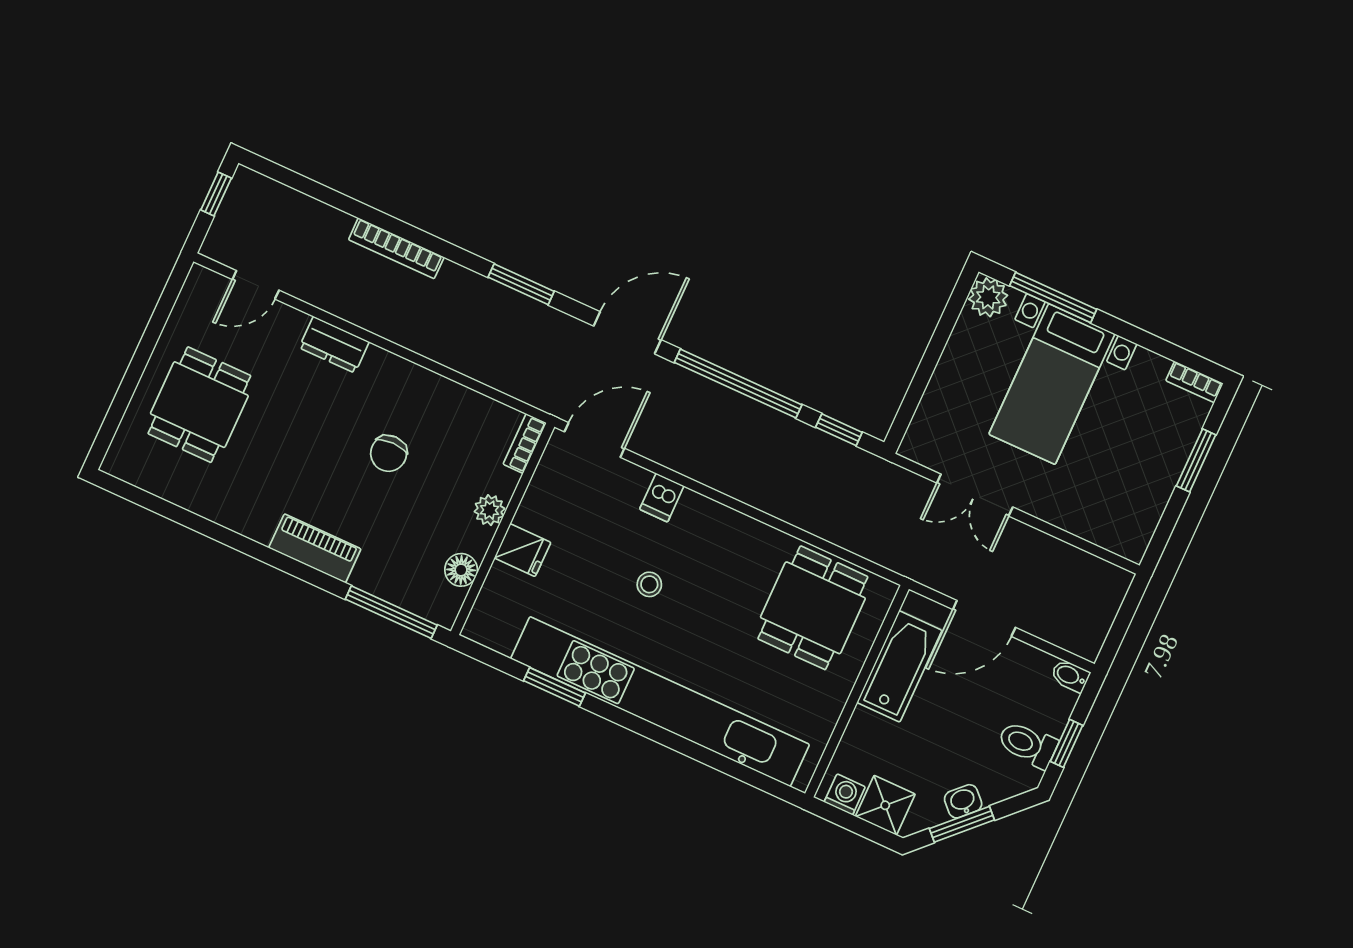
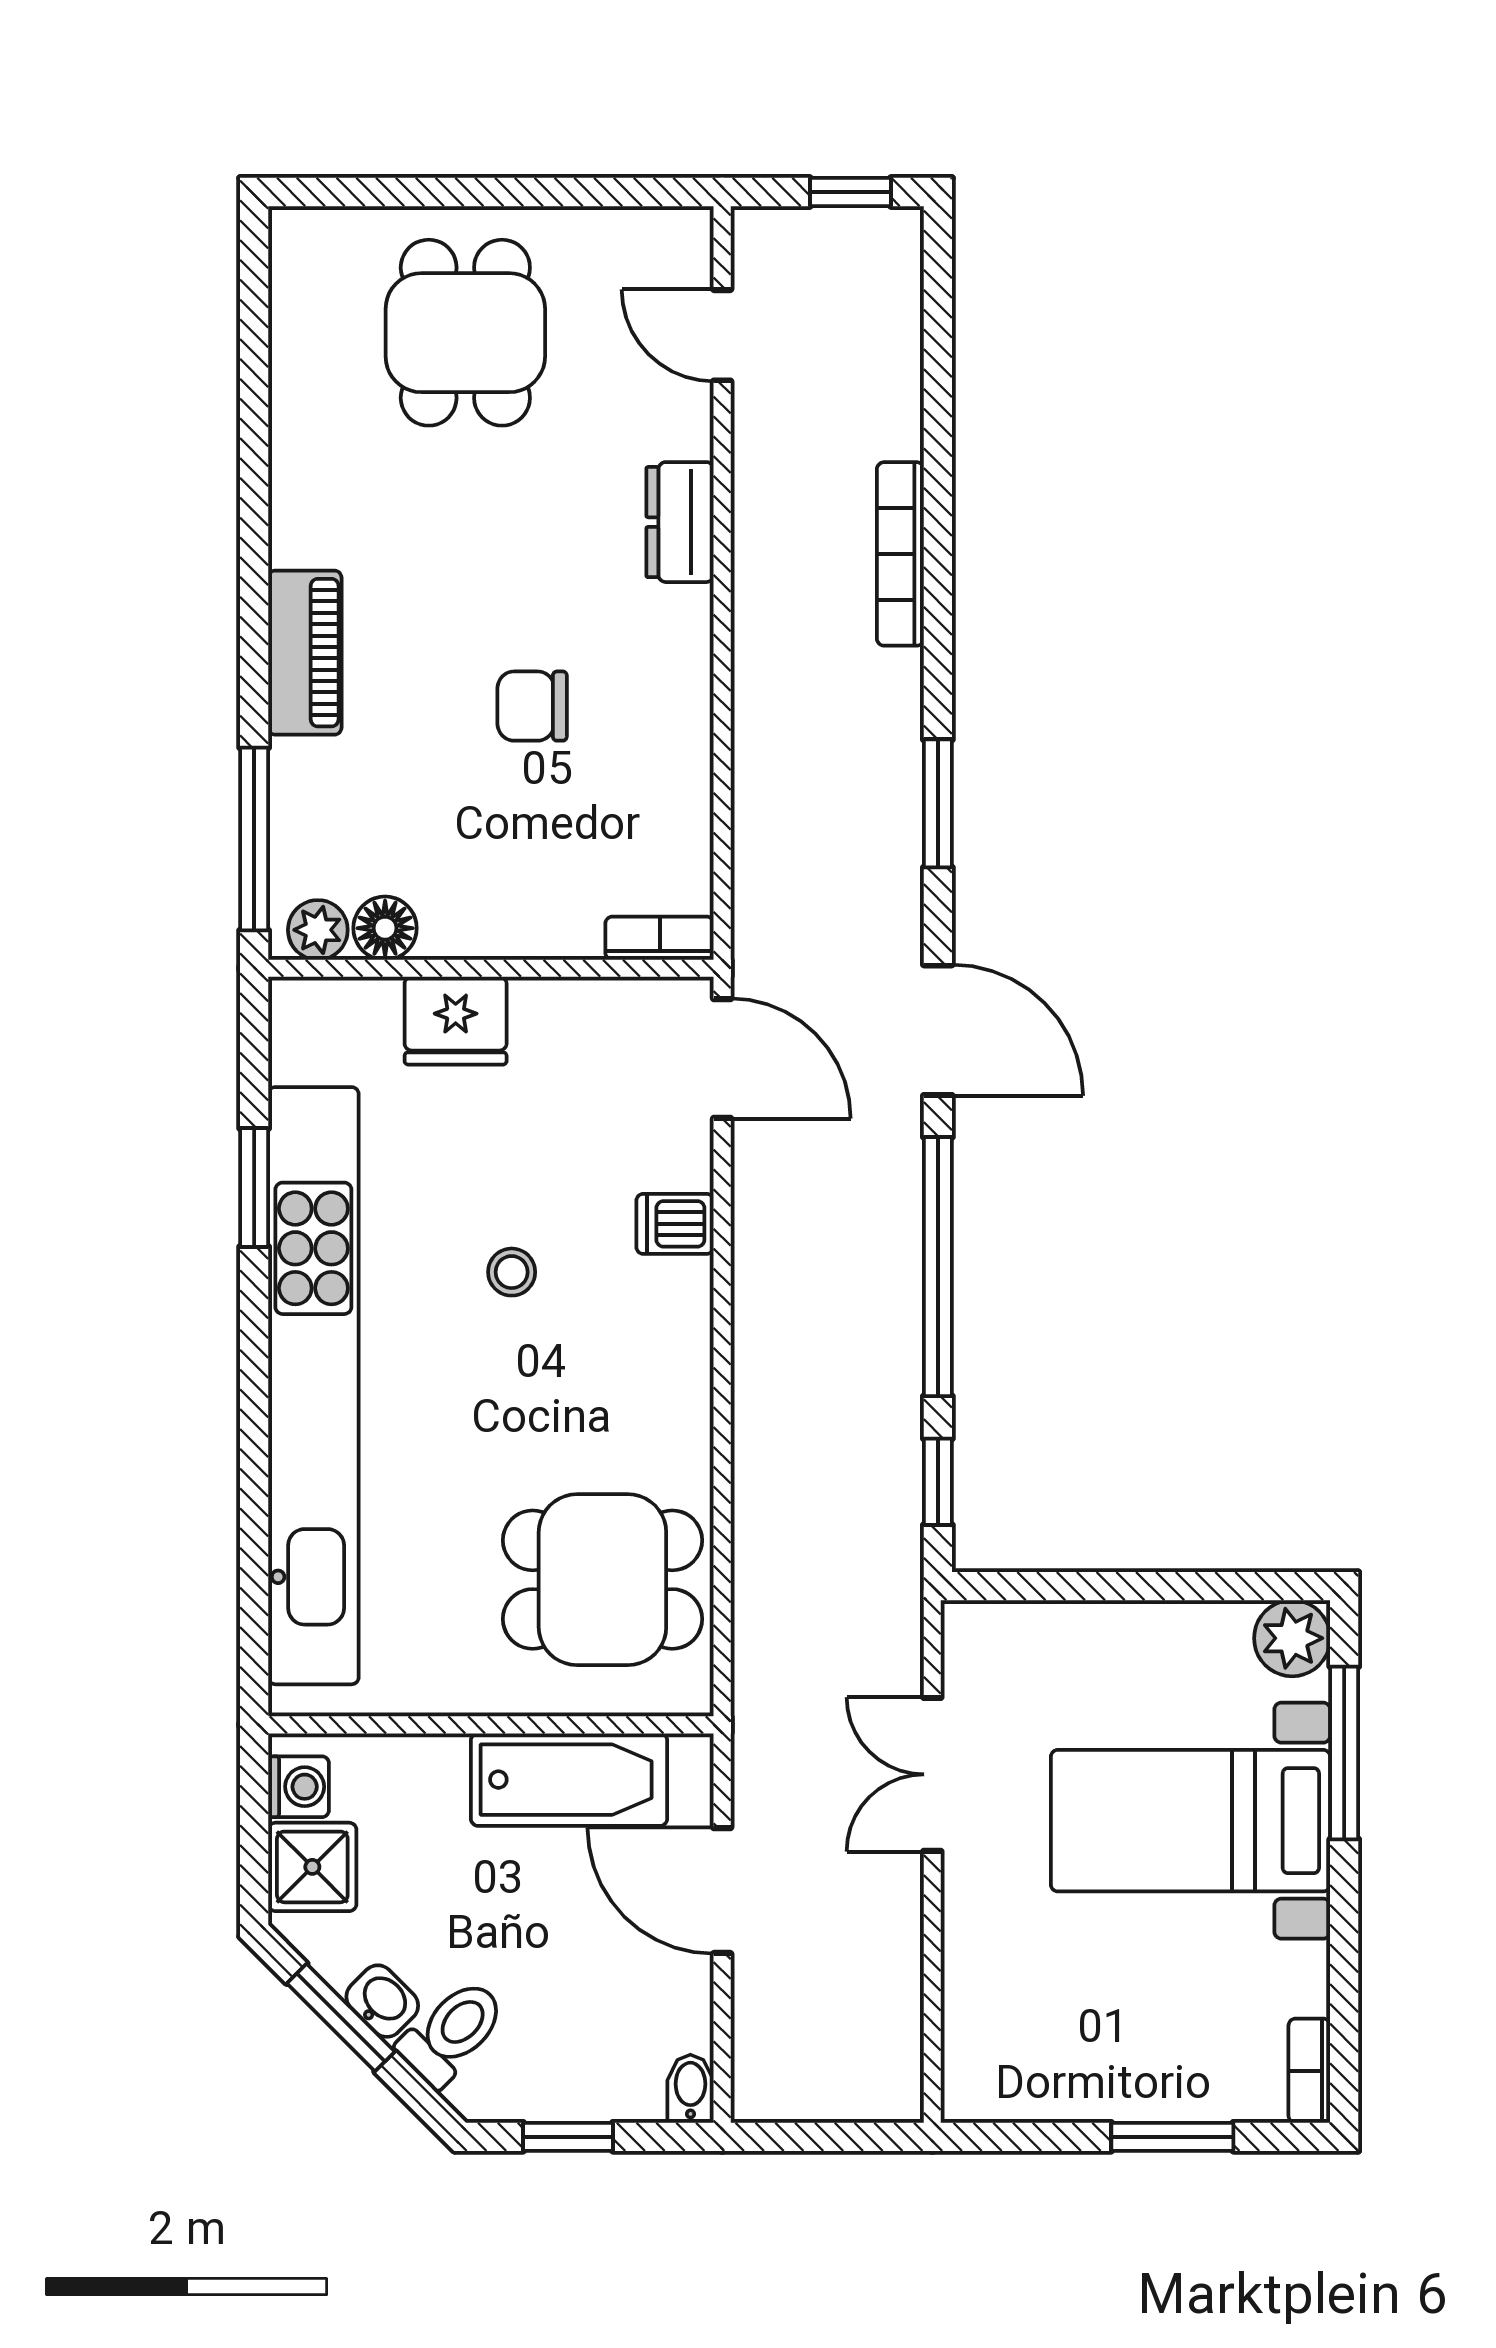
dining table: (199, 405) -> (465, 333), turned 90
plant: (489, 510) -> (318, 930), moved
fridge: (523, 550) -> (456, 1021), width x1.38
toilet: (1028, 744) -> (452, 2033), moved, turned 45

